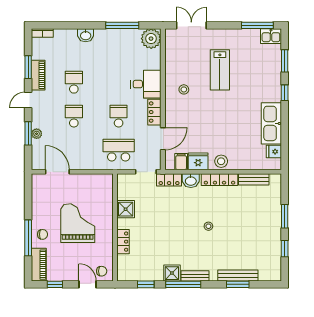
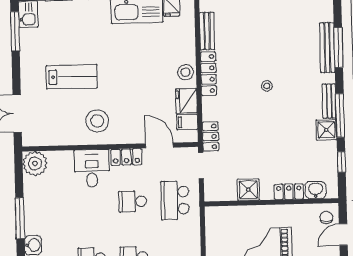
window: (122, 25) -> (20, 218), moved
stool: (184, 89) -> (97, 121), width x1.89, depth x1.89
washbasin: (191, 181) -> (316, 190), moved, turned -90
window: (238, 284) -> (338, 47), width x1.44

